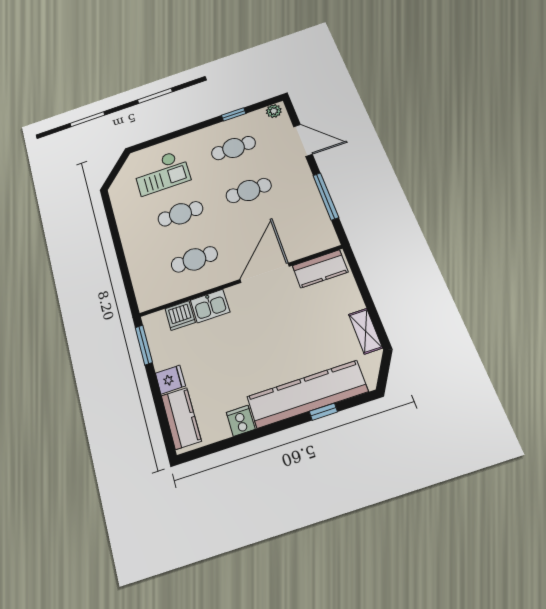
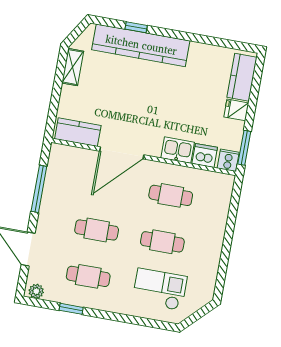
cooker: (241, 421) -> (228, 160), moved, turned 180

